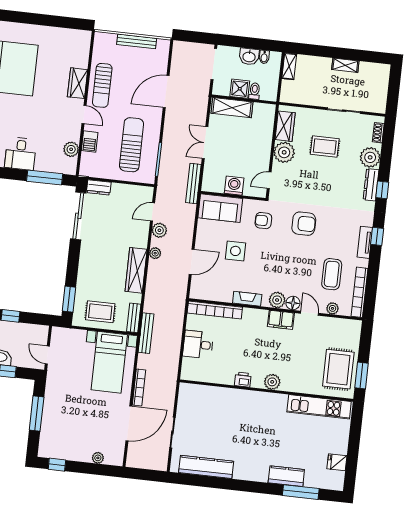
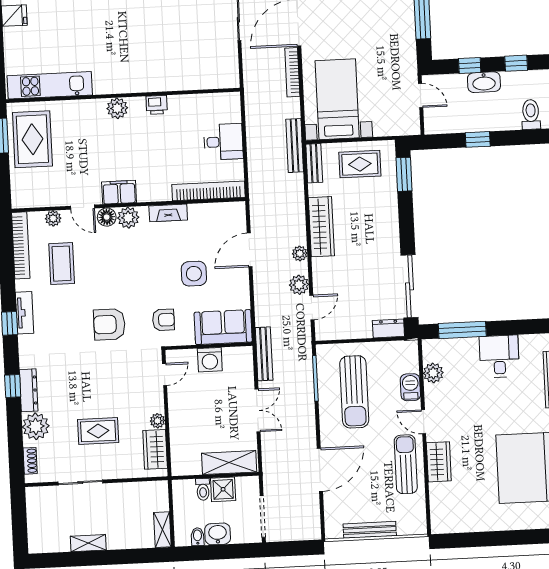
plant: (284, 152) -> (157, 421), width x0.53, depth x0.53

